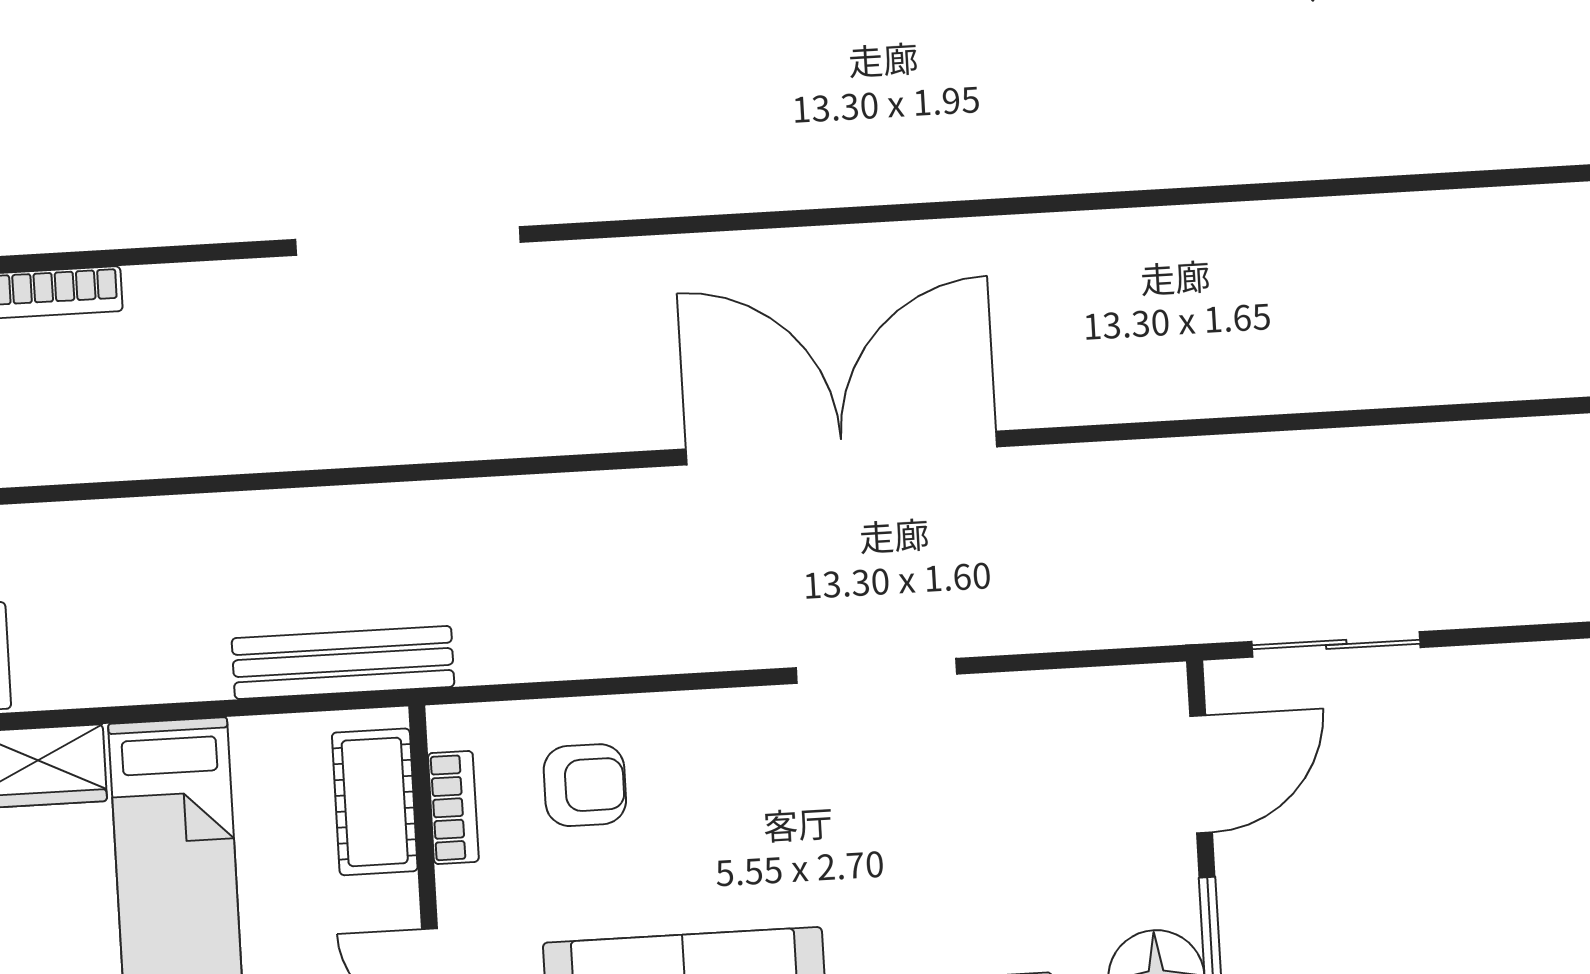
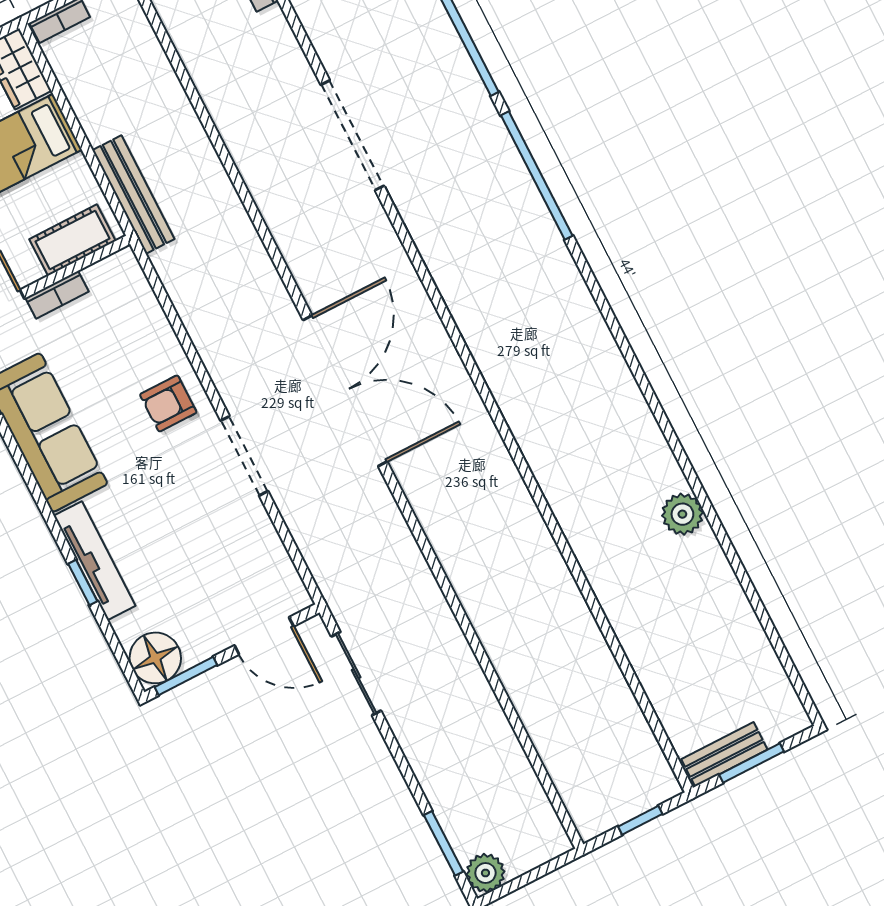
armchair: (585, 785) -> (168, 403), moved, turned 90
bookcase: (453, 808) -> (57, 295), moved

